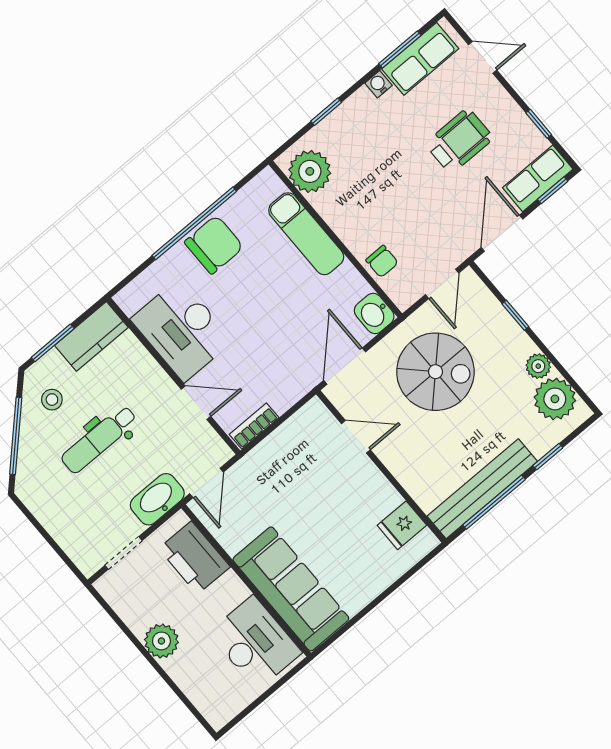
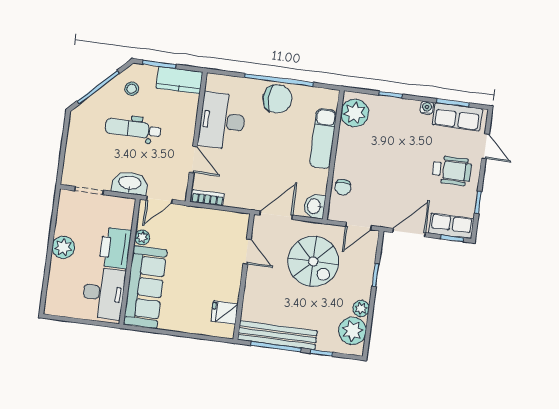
wheelchair: (459, 141) -> (452, 171), moved
plant: (232, 541) -> (142, 237), added
printer: (194, 558) -> (115, 248), moved

